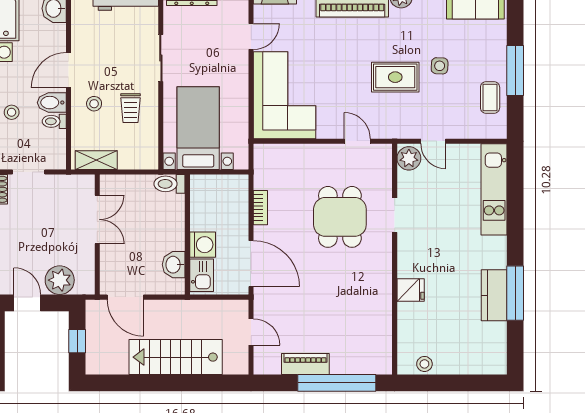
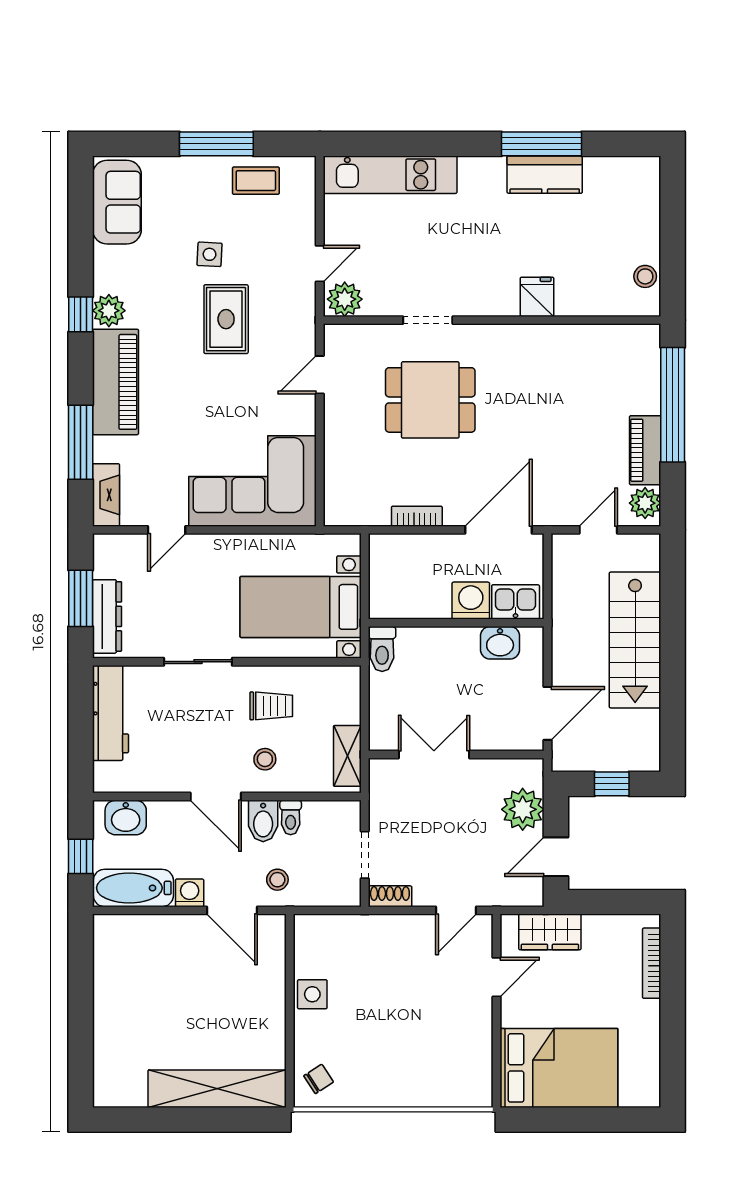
door: (251, 37) -> (167, 530), swing flipped
plant: (269, 364) -> (645, 503), added

